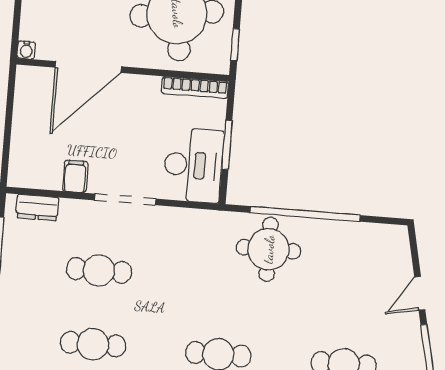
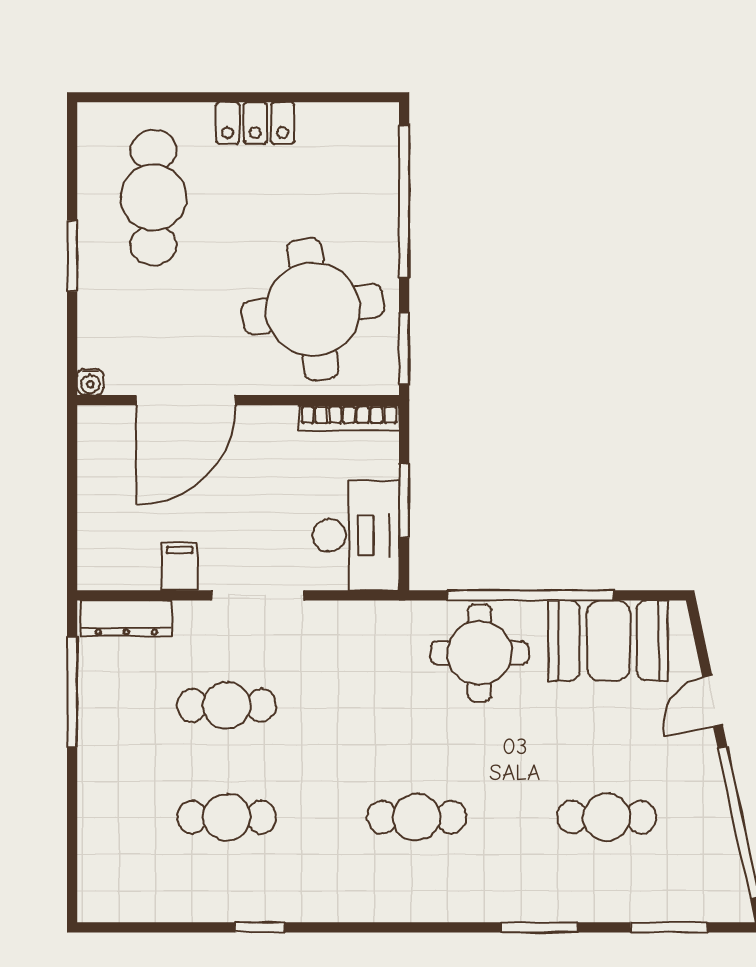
window: (235, 45) -> (404, 349), width x1.50
dresser: (37, 208) -> (126, 618), width x1.44
booth: (354, 248) -> (608, 640), added

